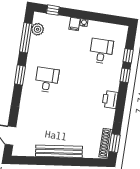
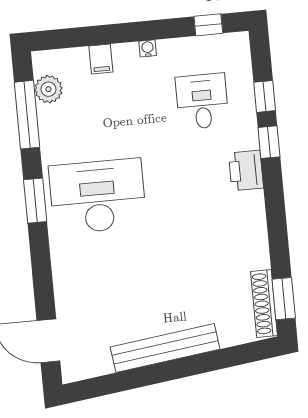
window: (53, 10) -> (208, 25), moved
filing cabinet: (75, 24) -> (101, 59), moved
desk: (47, 80) -> (98, 196), width x1.87, depth x1.30
printer: (110, 99) -> (246, 171), moved

